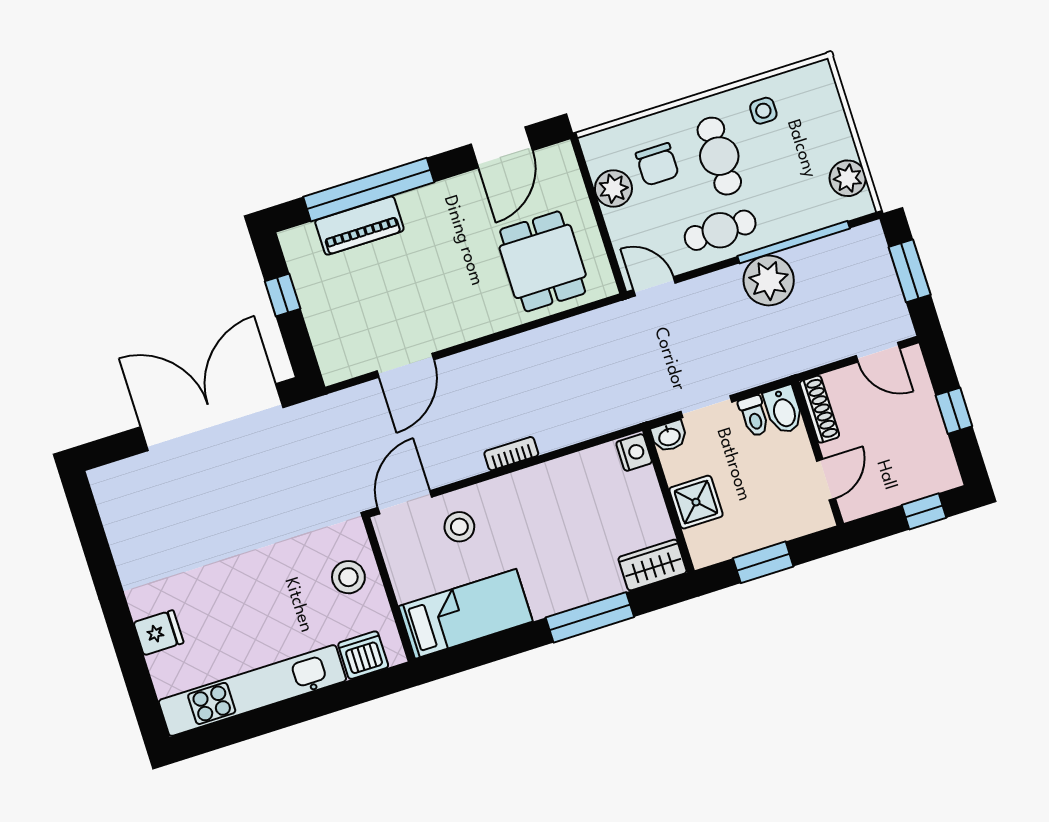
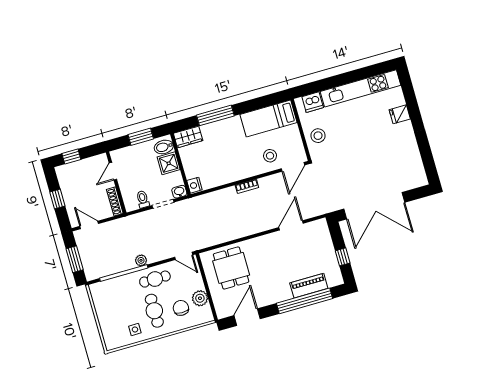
plant: (848, 178) -> (100, 300), removed
plant: (769, 280) -> (141, 260), width x0.53, depth x0.53
bidet: (784, 410) -> (164, 147), moved, turned -90

